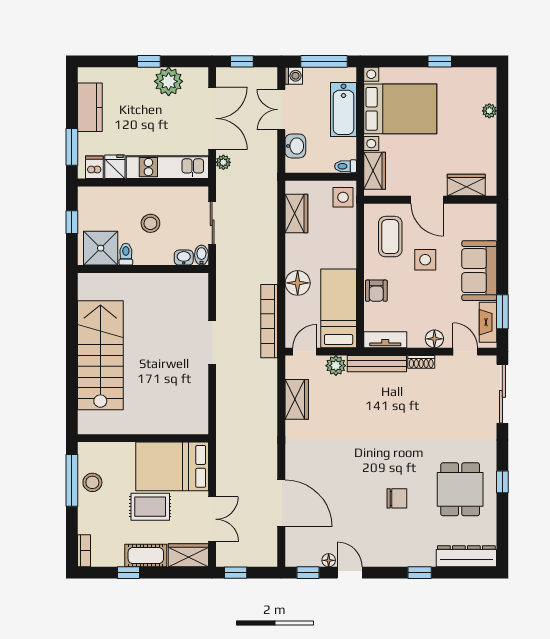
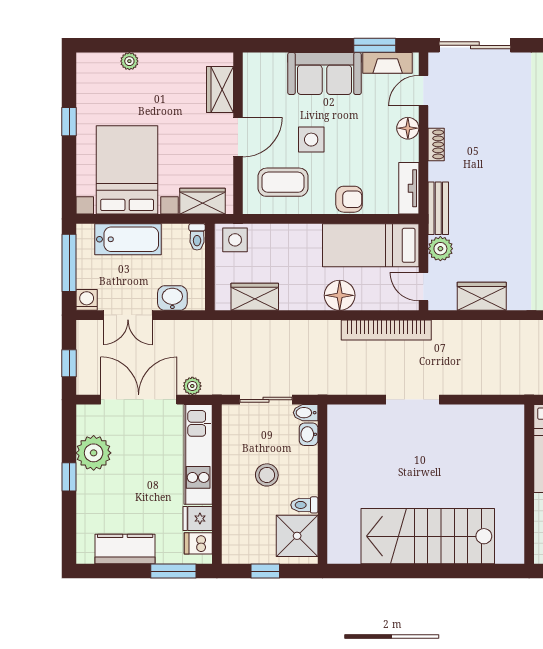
bench: (377, 364) -> (438, 208), width x0.73

